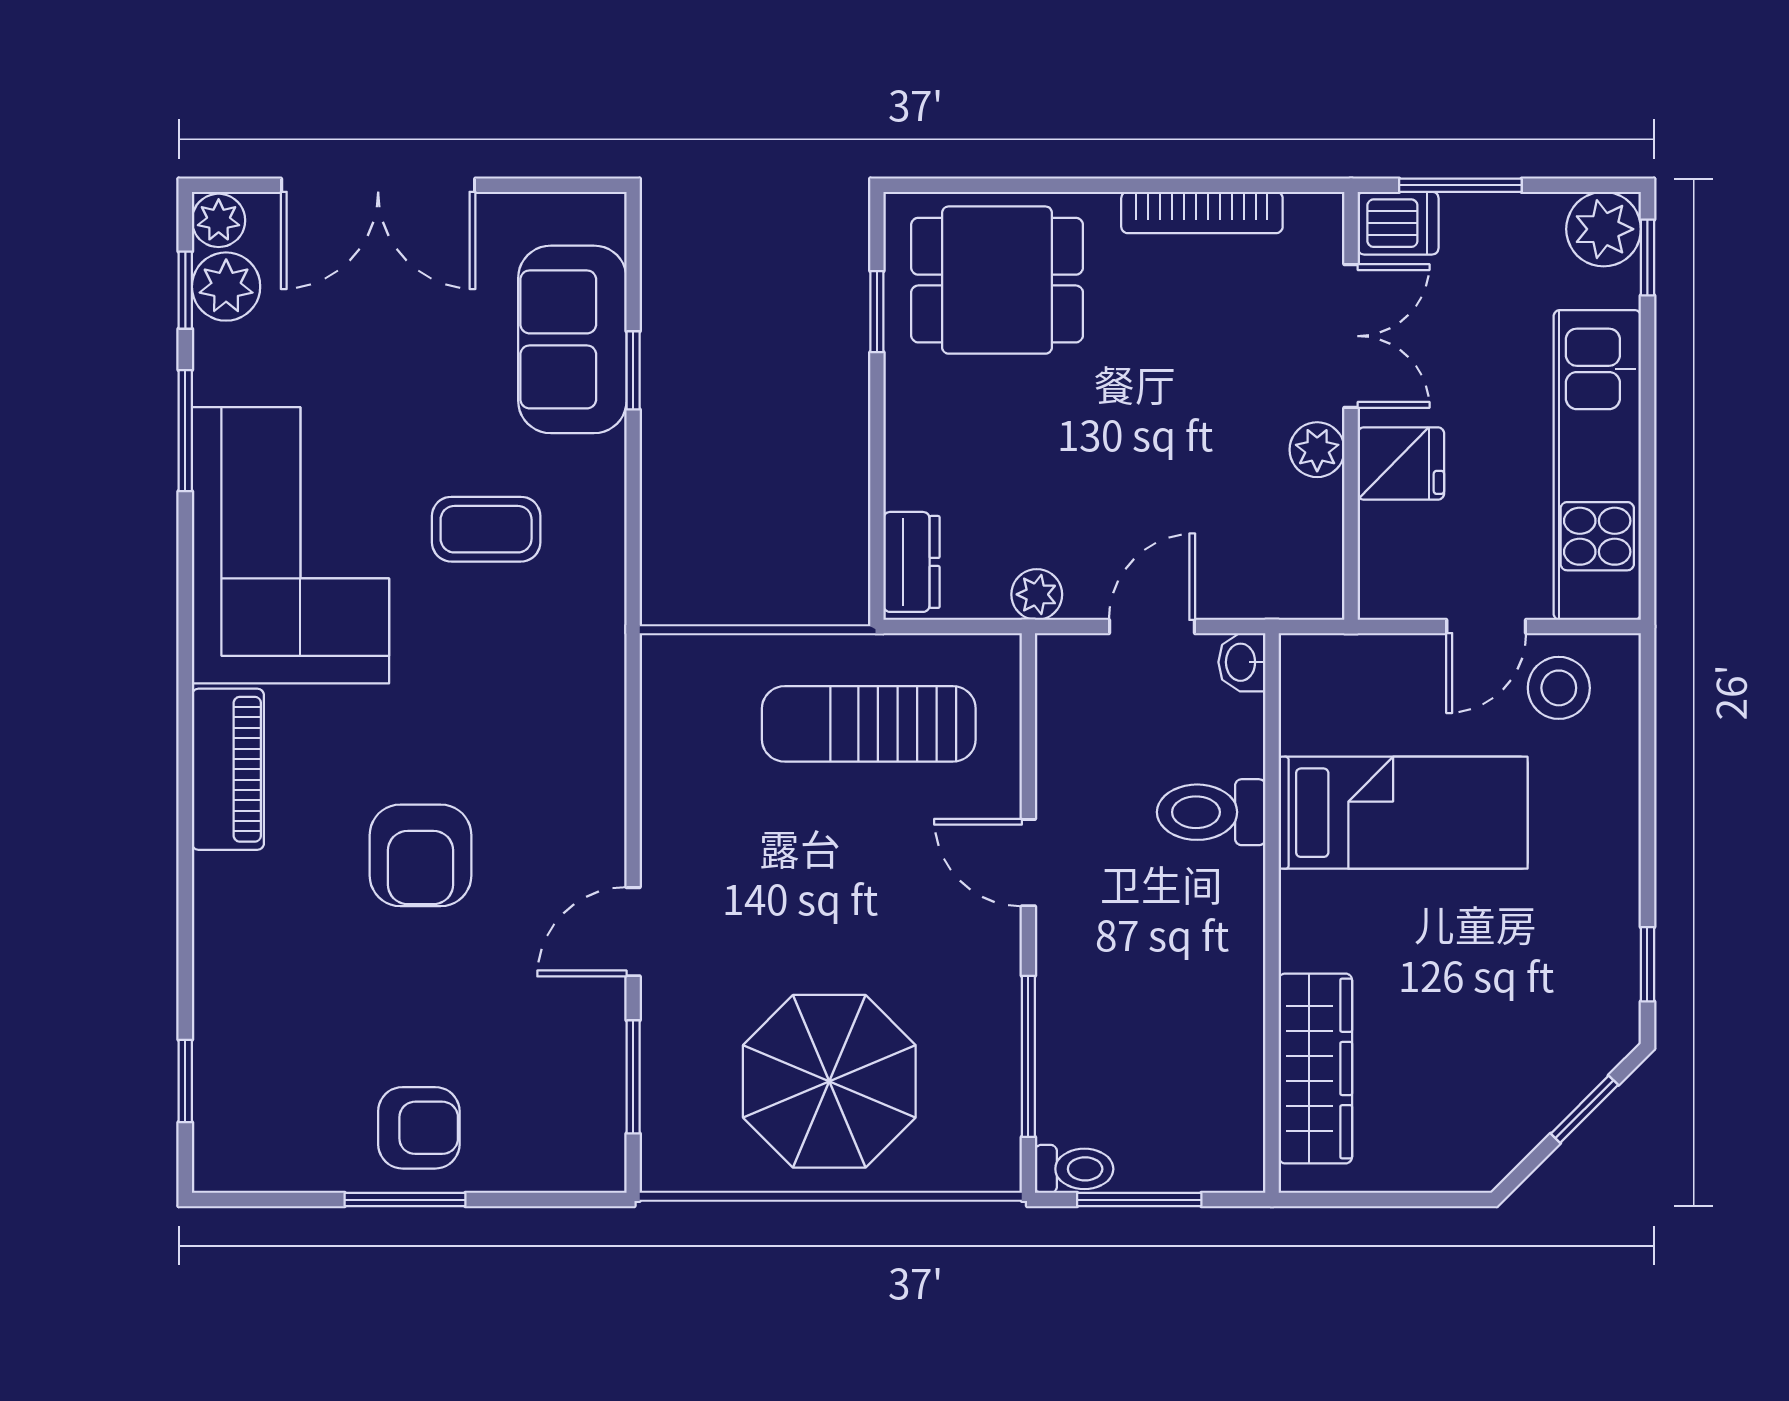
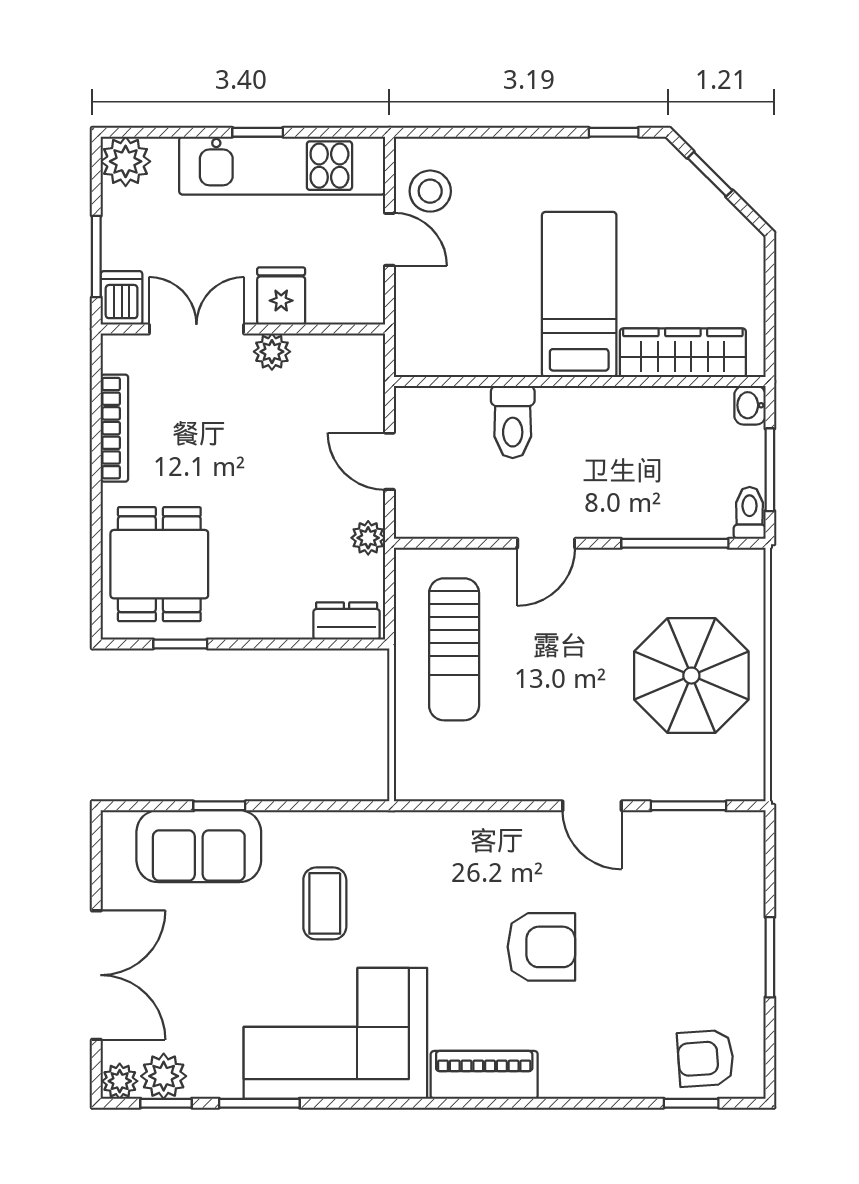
window: (1647, 257) -> (258, 132), moved
washbasin: (1242, 662) -> (750, 405), moved, turned 90
bed: (1403, 813) -> (579, 295), moved
armchair: (419, 1128) -> (706, 1058), moved, turned -94

